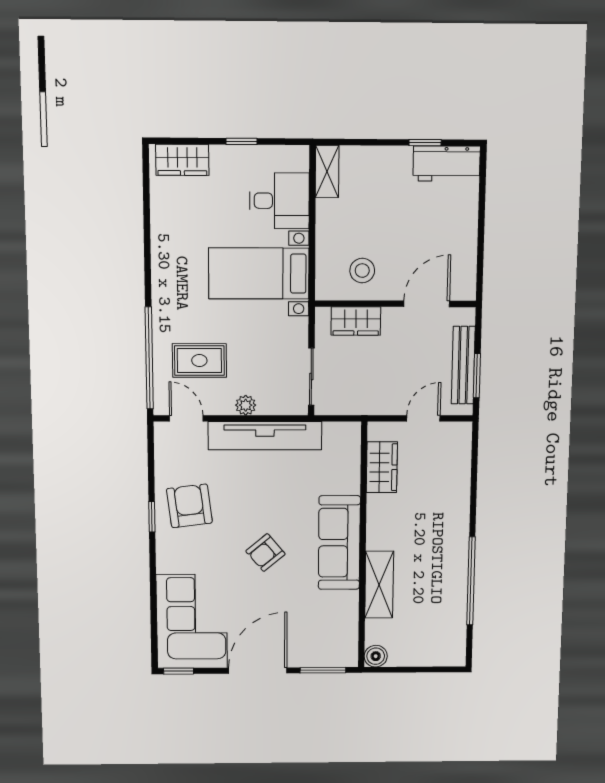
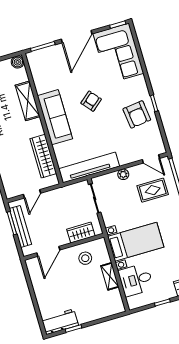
shelving: (327, 171) -> (110, 276), moved
tv unit: (265, 436) -> (89, 168), moved
wardrobe: (382, 467) -> (43, 156), width x1.50

